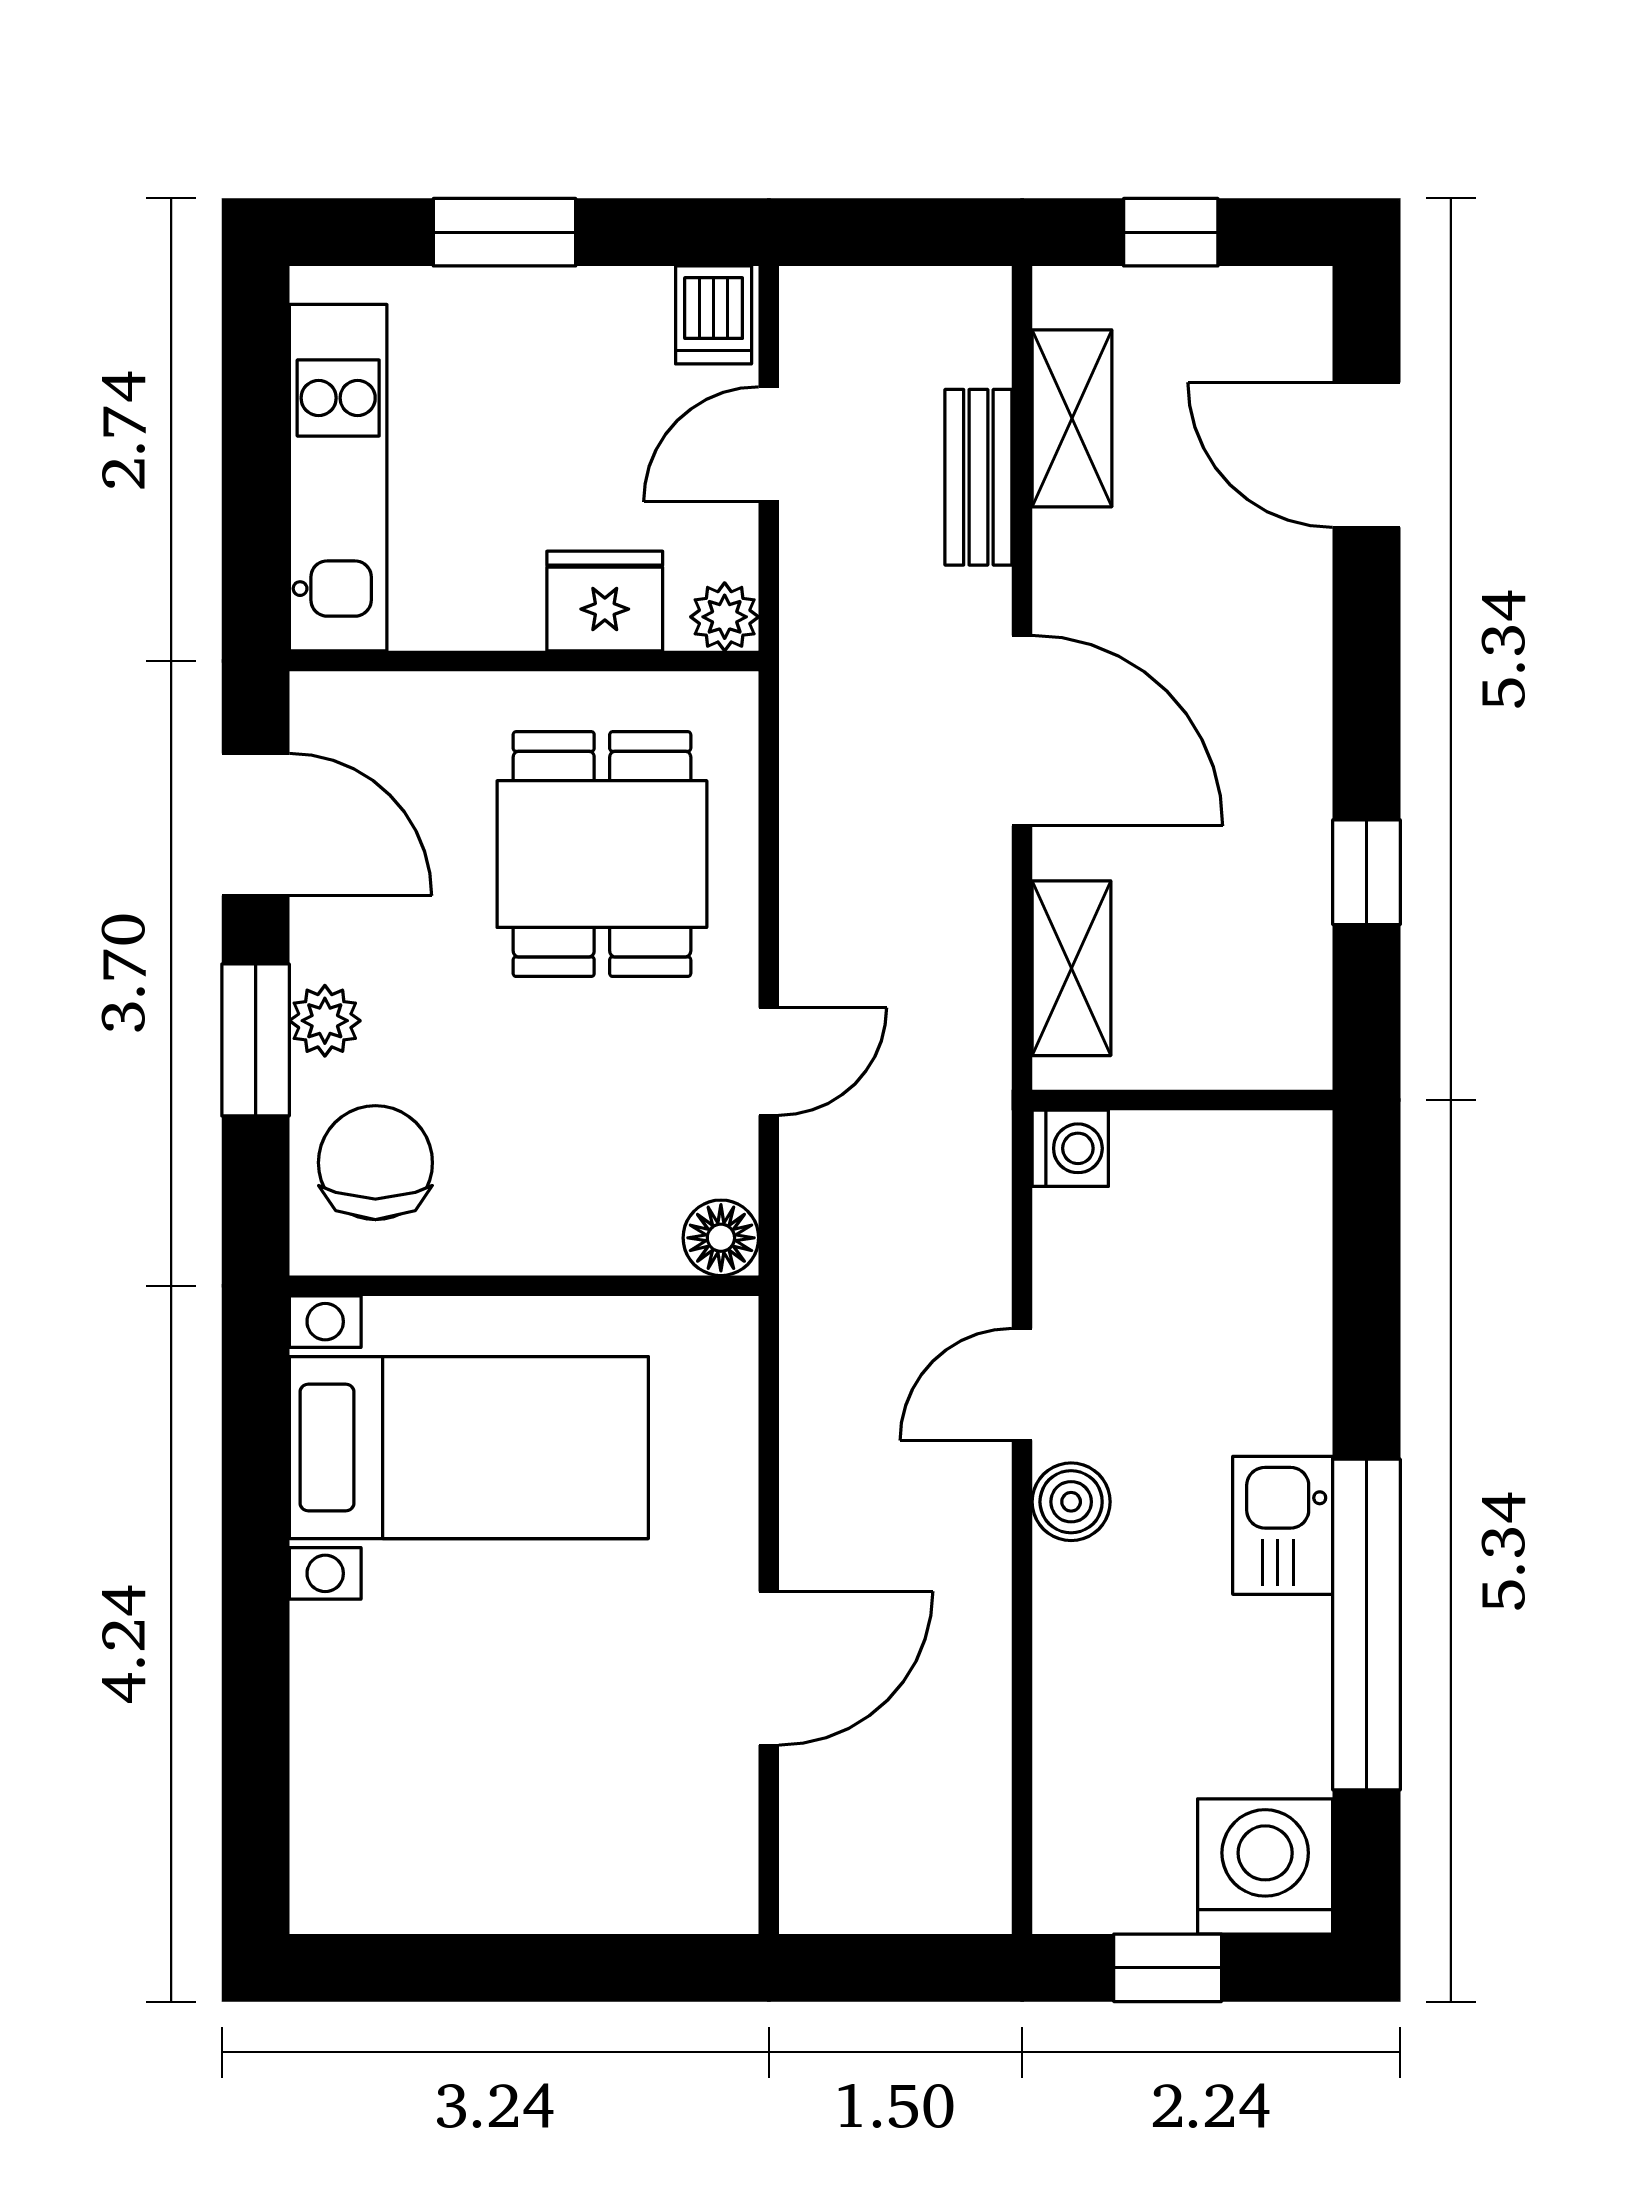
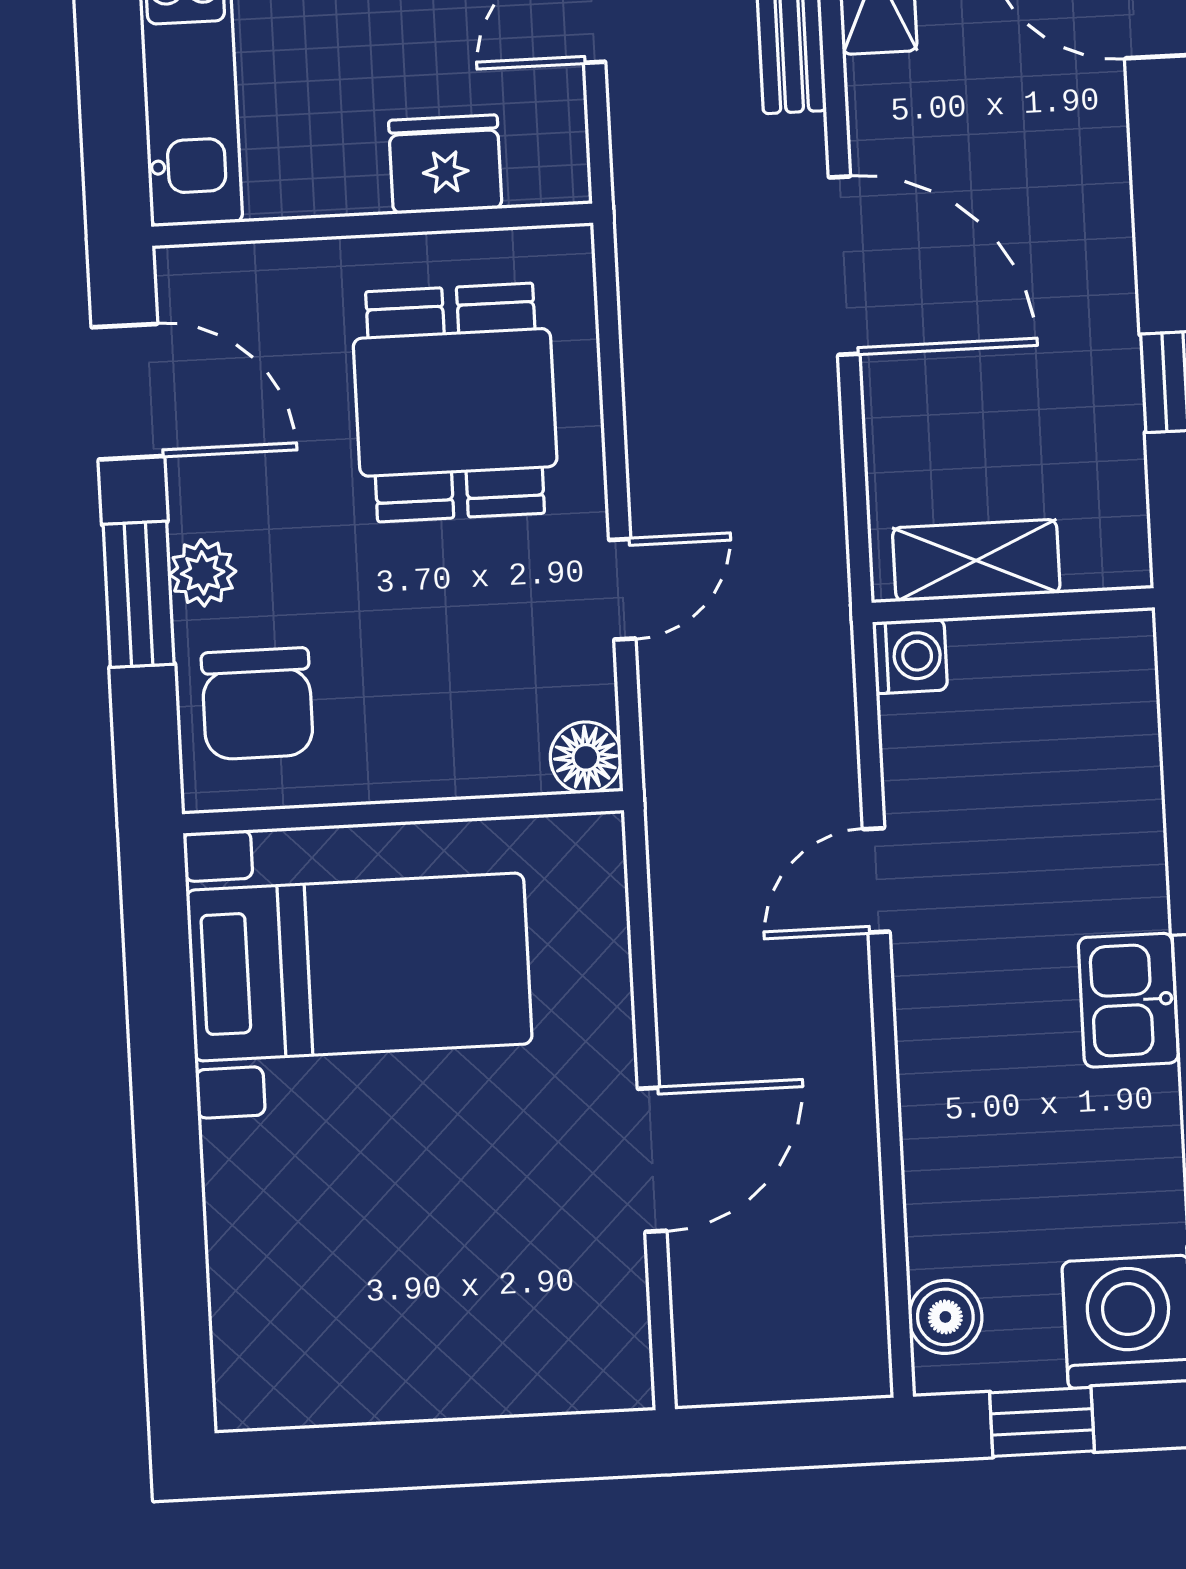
plant: (725, 617) -> (559, 173), removed
shelving: (1072, 968) -> (976, 560), moved, turned 90
chair: (375, 1163) -> (257, 704), turned 180
boiler: (1071, 1502) -> (945, 1317), moved

